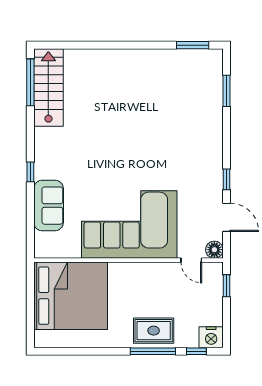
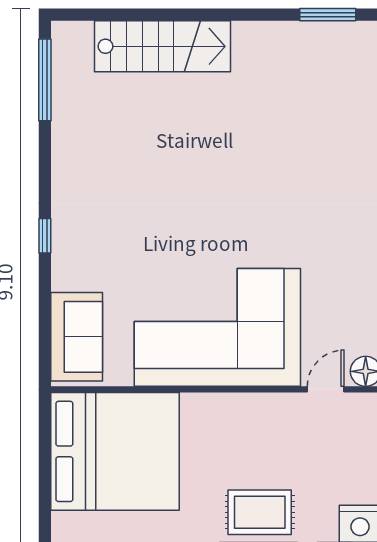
stairs: (48, 87) -> (163, 46), moved, turned 90
sofa: (49, 206) -> (77, 337), moved
door: (191, 260) -> (326, 389), swing flipped

